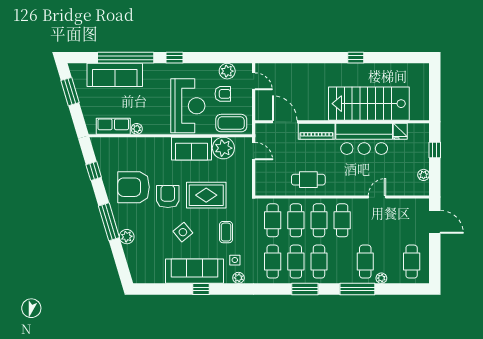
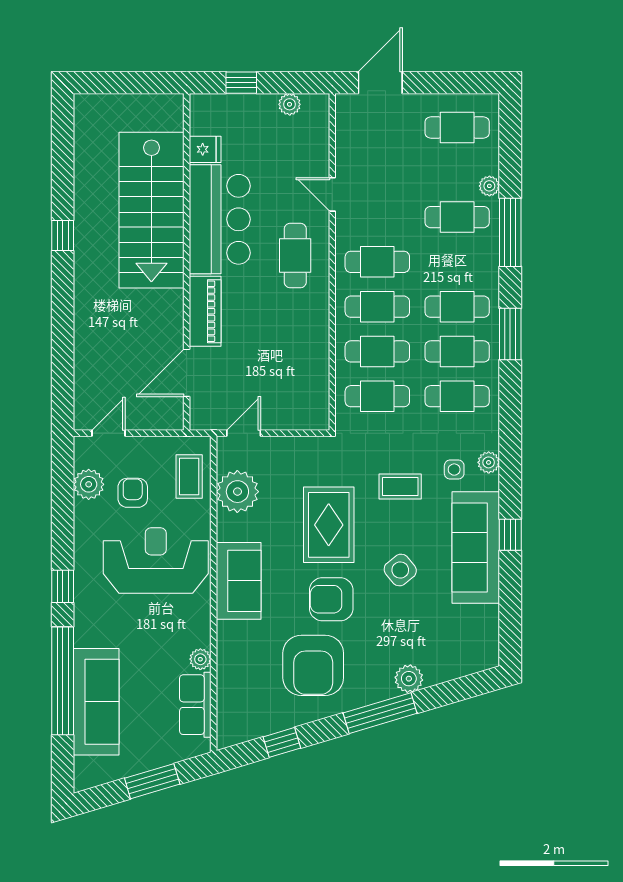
window: (70, 92) -> (152, 781), moved
coffee table: (231, 123) -> (189, 477), width x0.73, depth x0.77
sofa: (191, 149) -> (239, 581), moved
cafe table: (308, 180) -> (295, 256), moved

